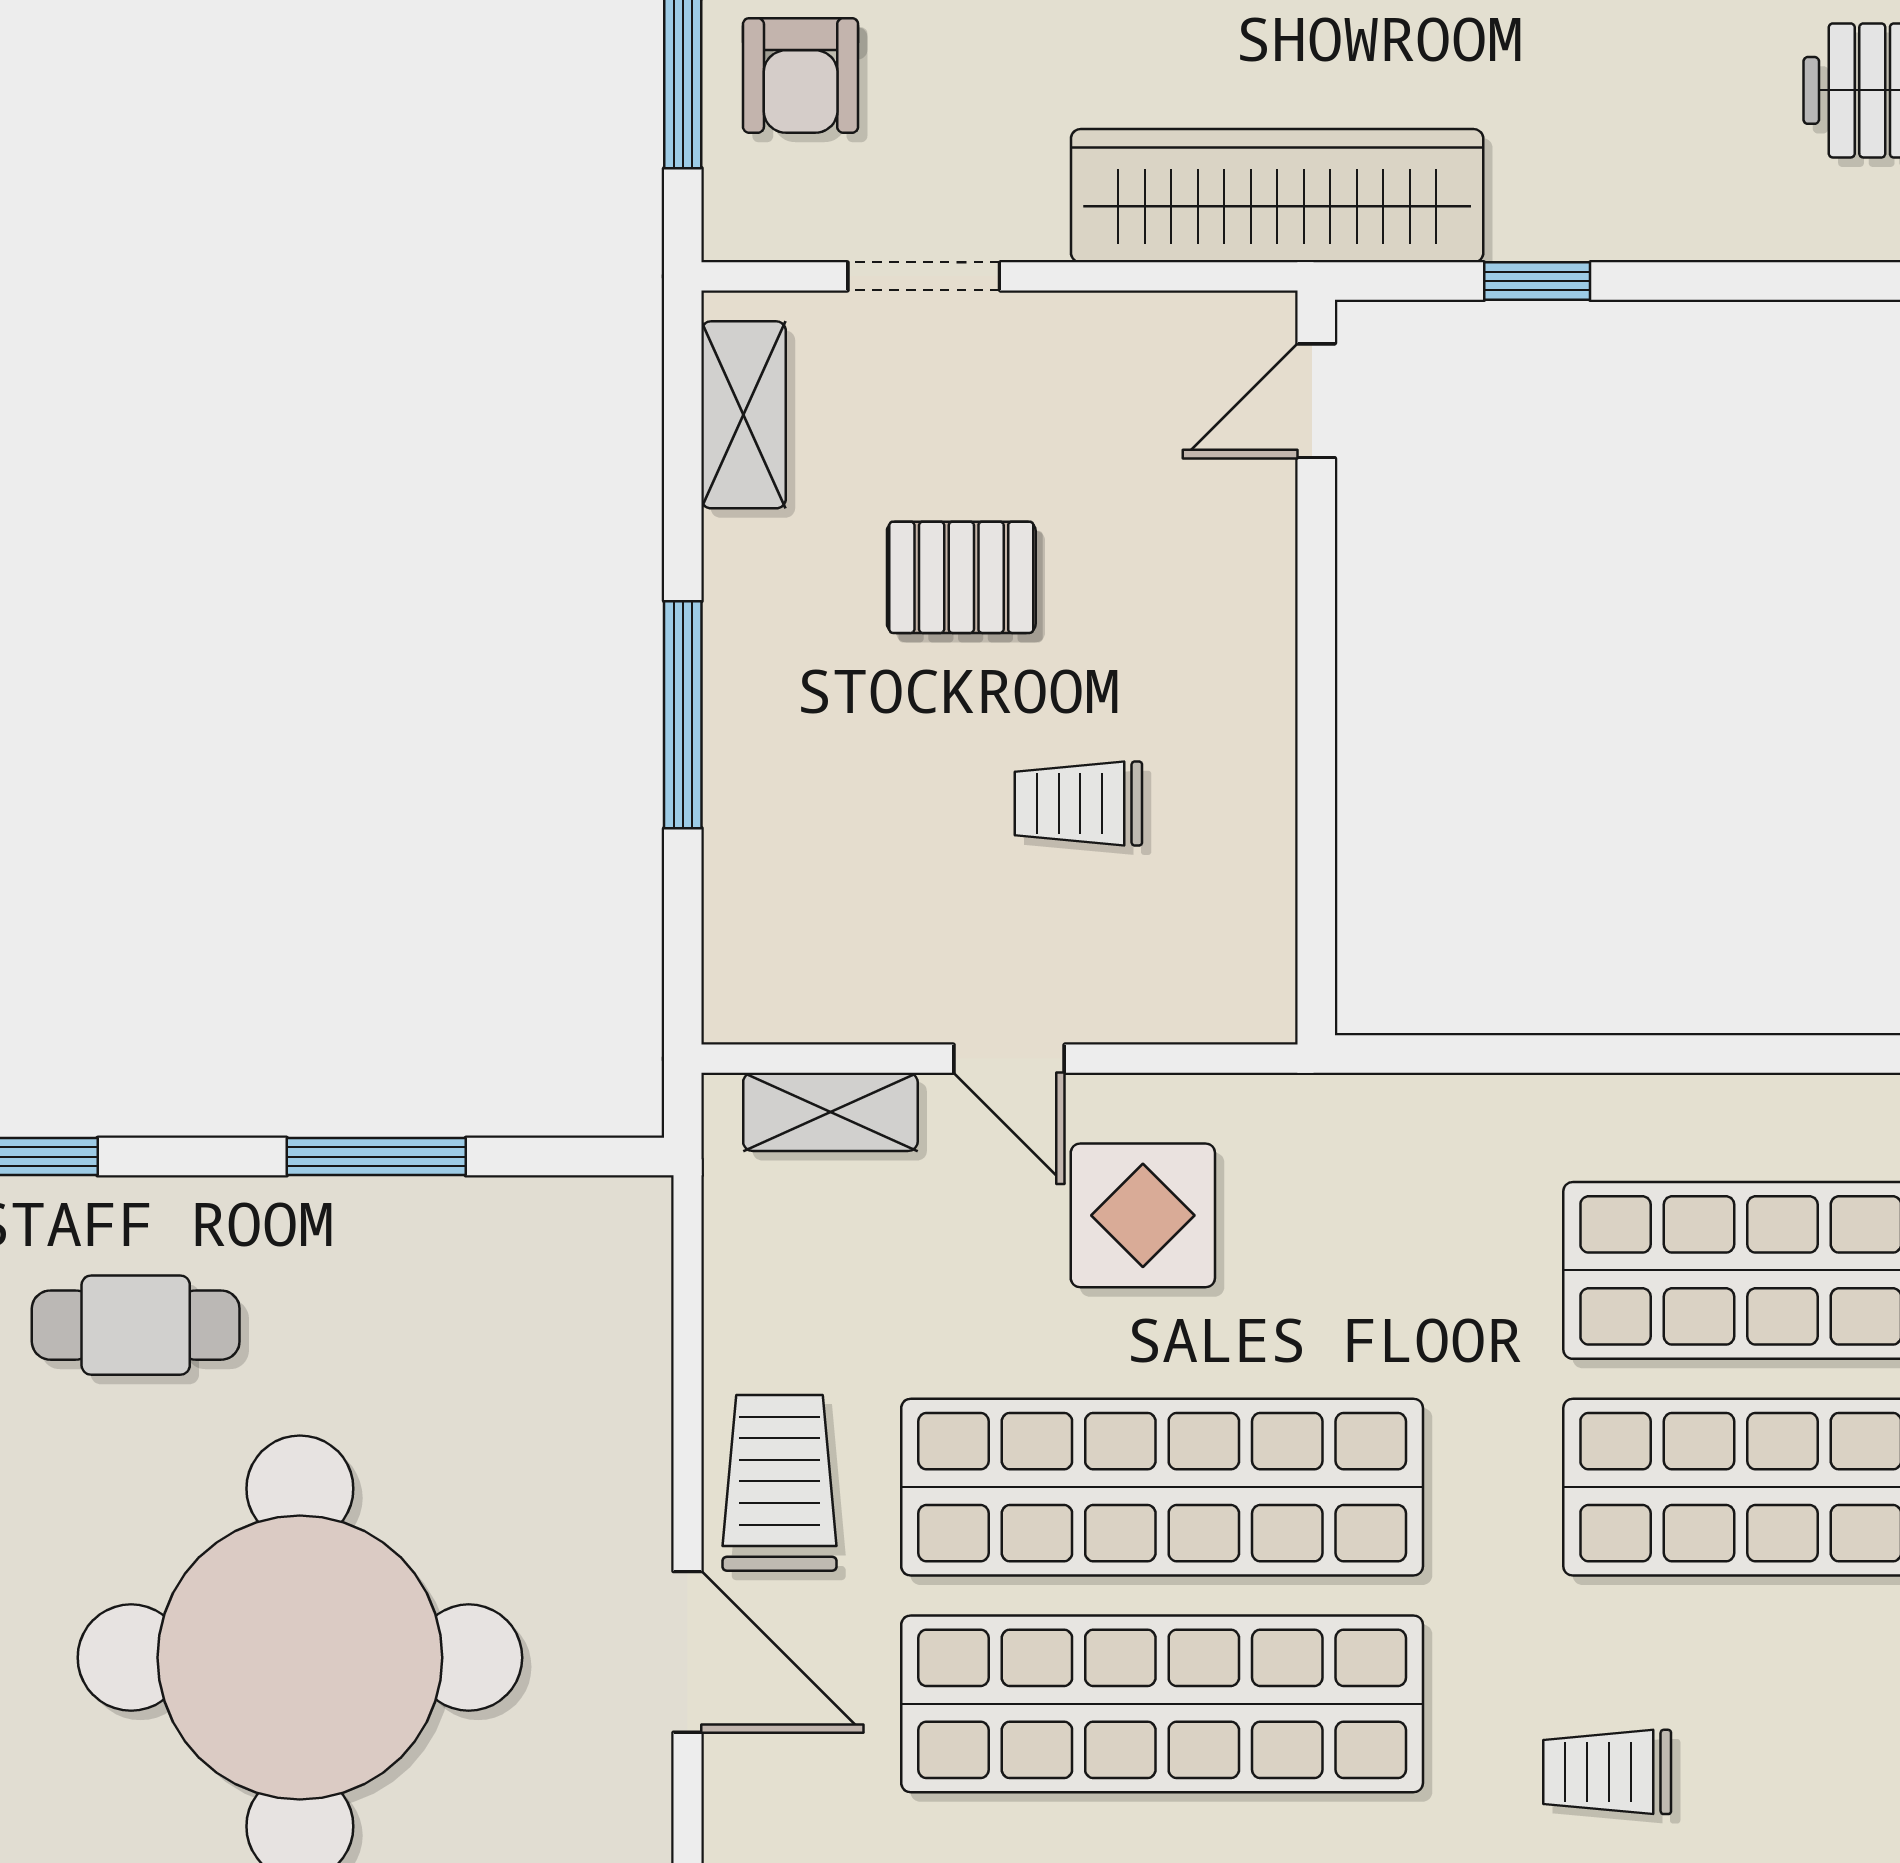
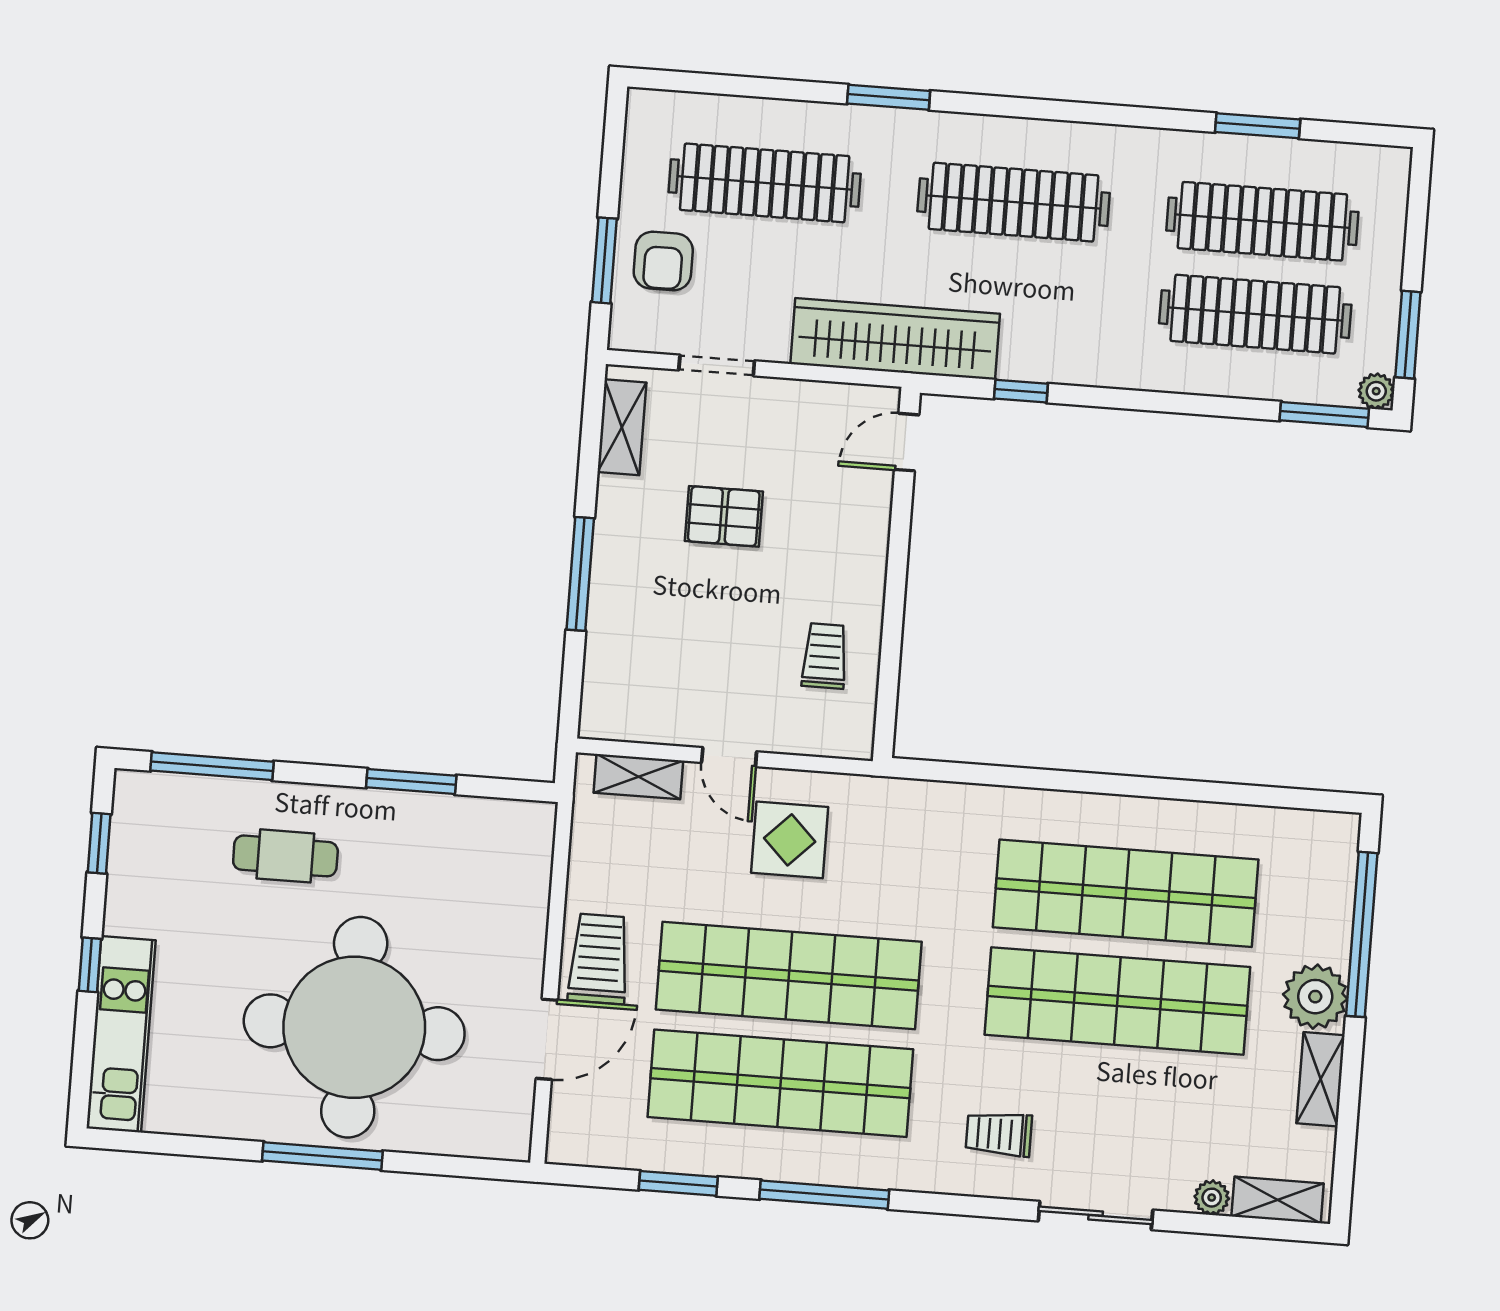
trolley: (1078, 804) -> (825, 656), moved, turned 90
door: (688, 1652) -> (547, 1039), hinge flipped

